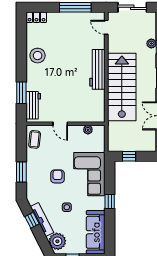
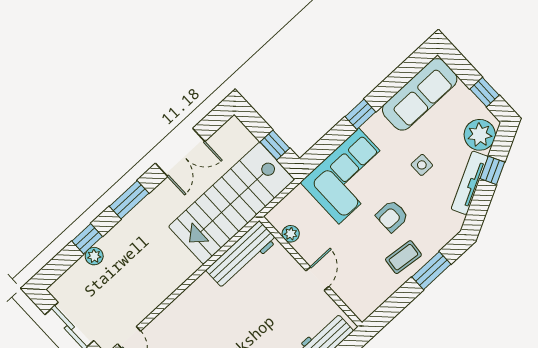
workbench: (97, 69) -> (242, 255), moved
stairs: (122, 87) -> (232, 203), moved
coffee table: (35, 139) -> (403, 257), moved
window: (32, 220) -> (492, 170), moved

